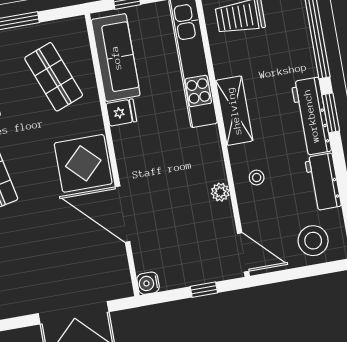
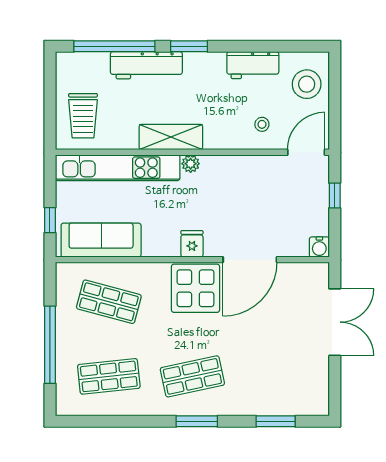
shop shelf: (54, 77) -> (109, 302), turned 36
fridge: (121, 112) -> (192, 244), moved
workbench: (311, 116) -> (146, 65), moved
stool: (257, 178) -> (262, 124), moved
plant: (220, 192) -> (191, 164), moved

